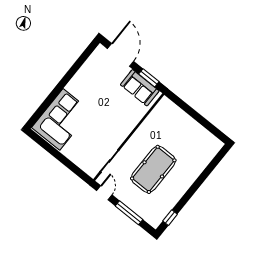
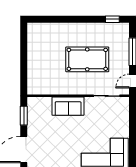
sofa: (140, 88) -> (68, 106), moved, turned 90

